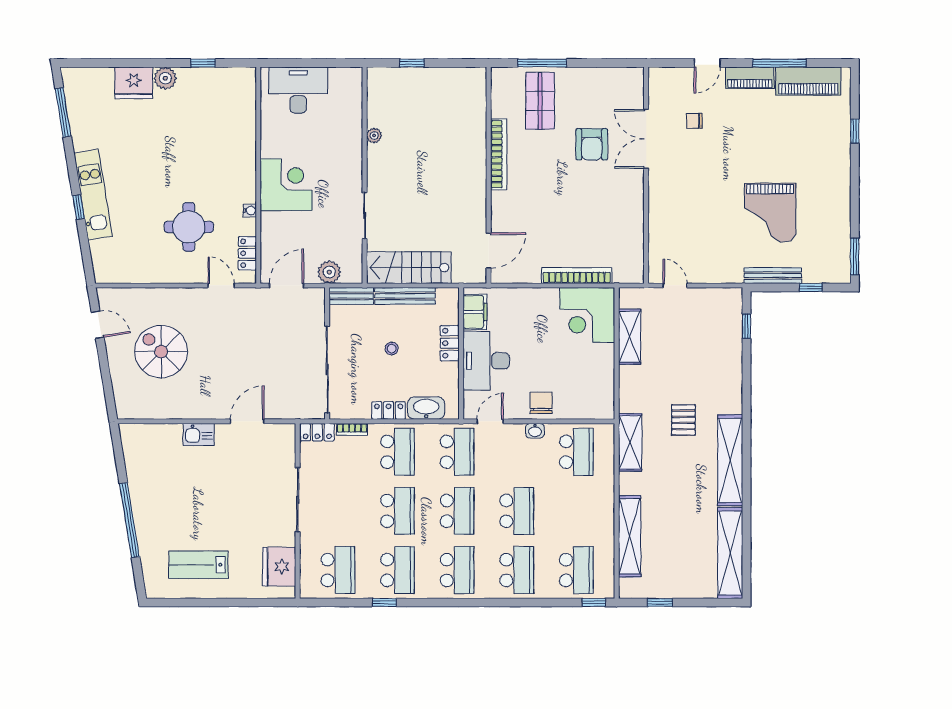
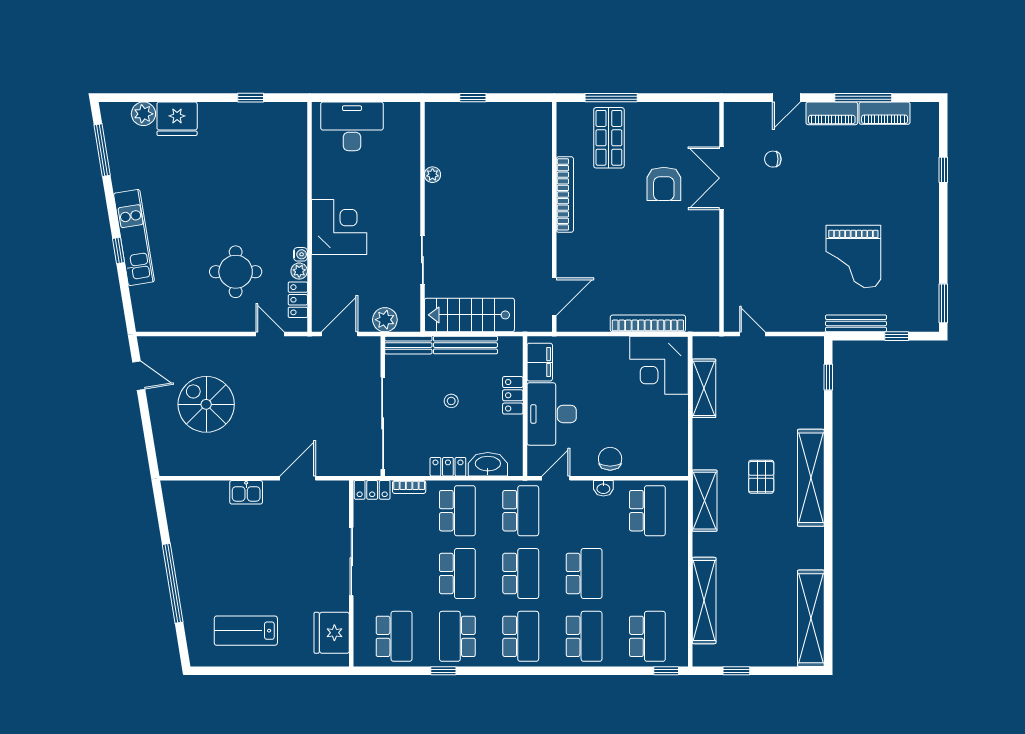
plant: (165, 78) -> (143, 114), moved
piano: (808, 81) -> (885, 113), width x0.73, depth x0.75
plant: (249, 226) -> (299, 271), added
shelving: (730, 460) -> (811, 478), moved
school desk: (397, 570) -> (457, 636), turned 180

